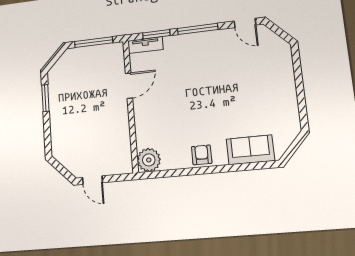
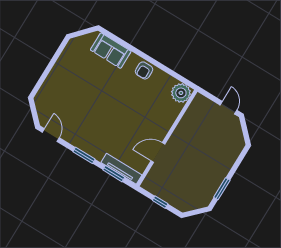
window: (198, 29) -> (84, 155), width x0.69
window: (94, 42) -> (160, 202), width x0.46
tv unit: (145, 45) -> (121, 169), width x1.41

